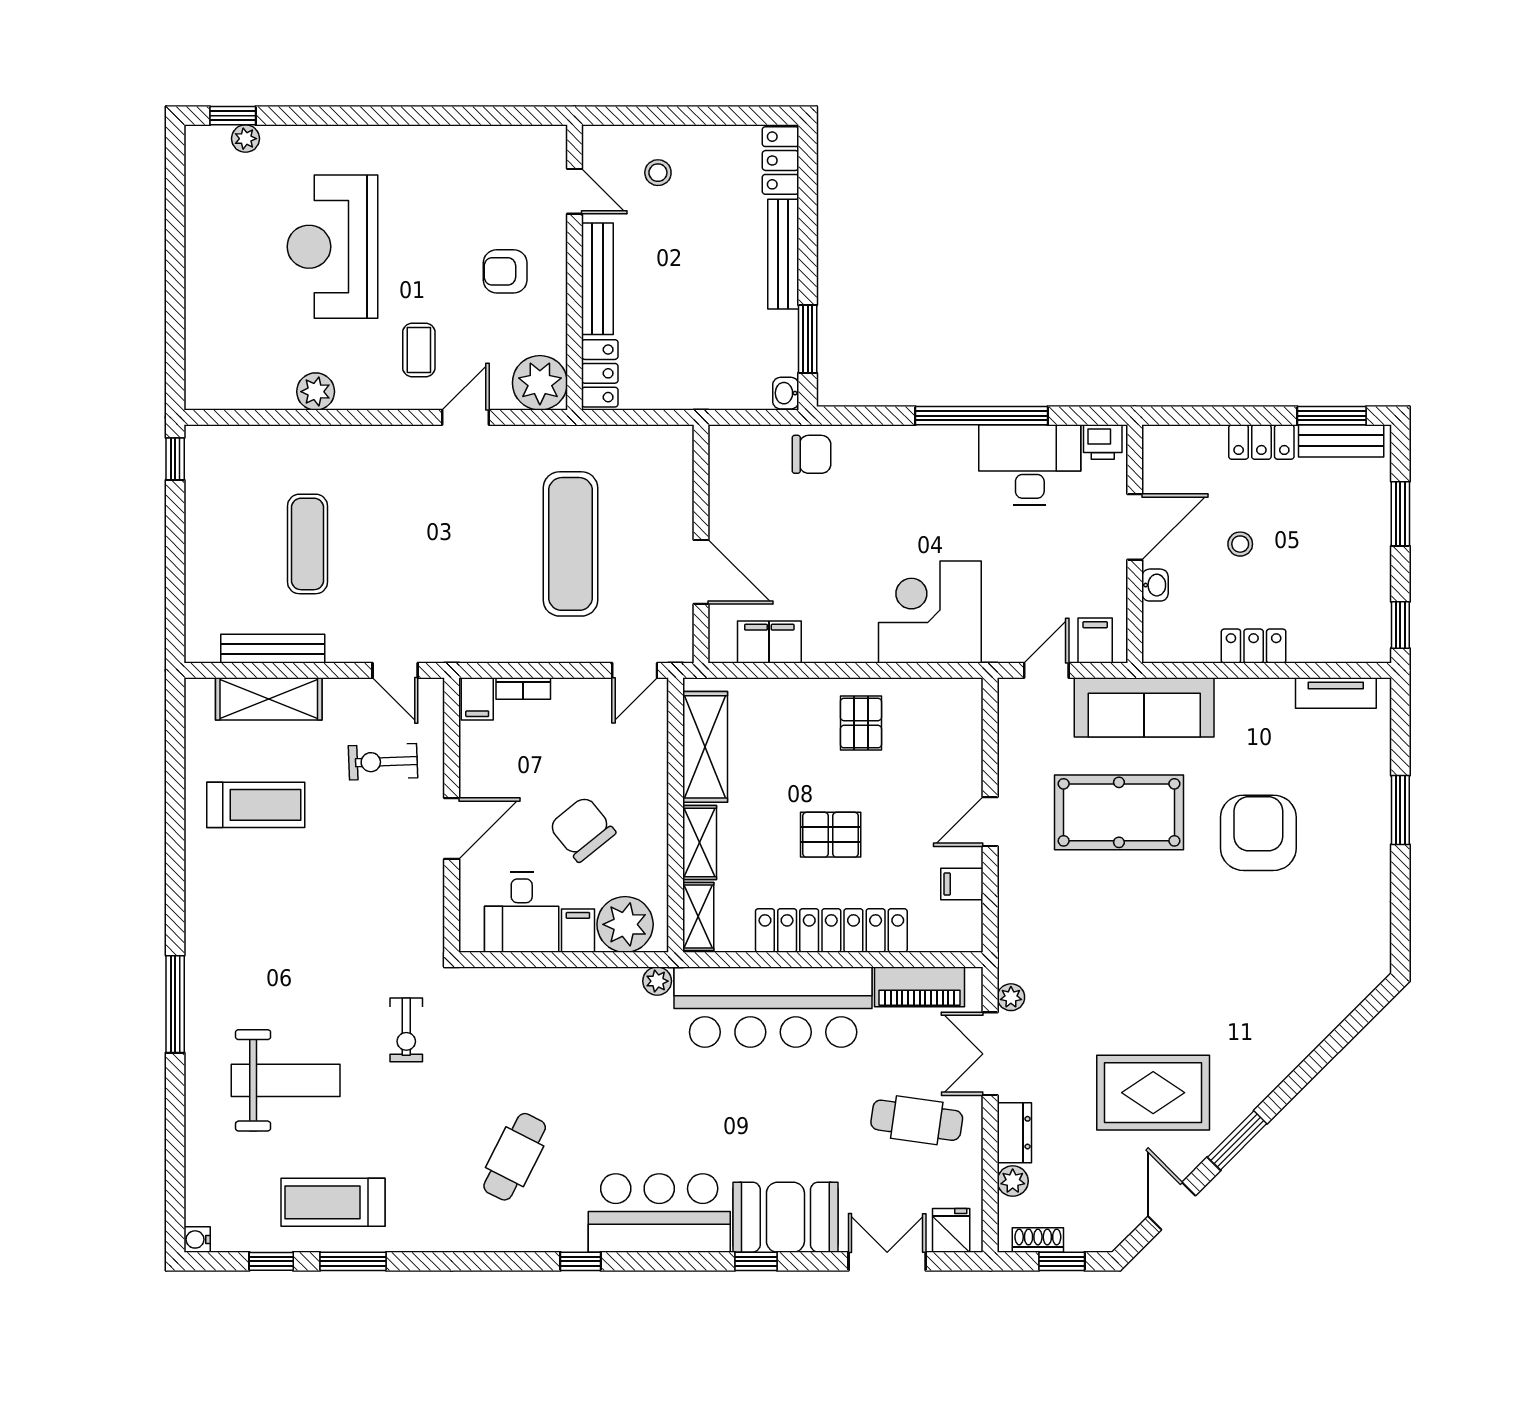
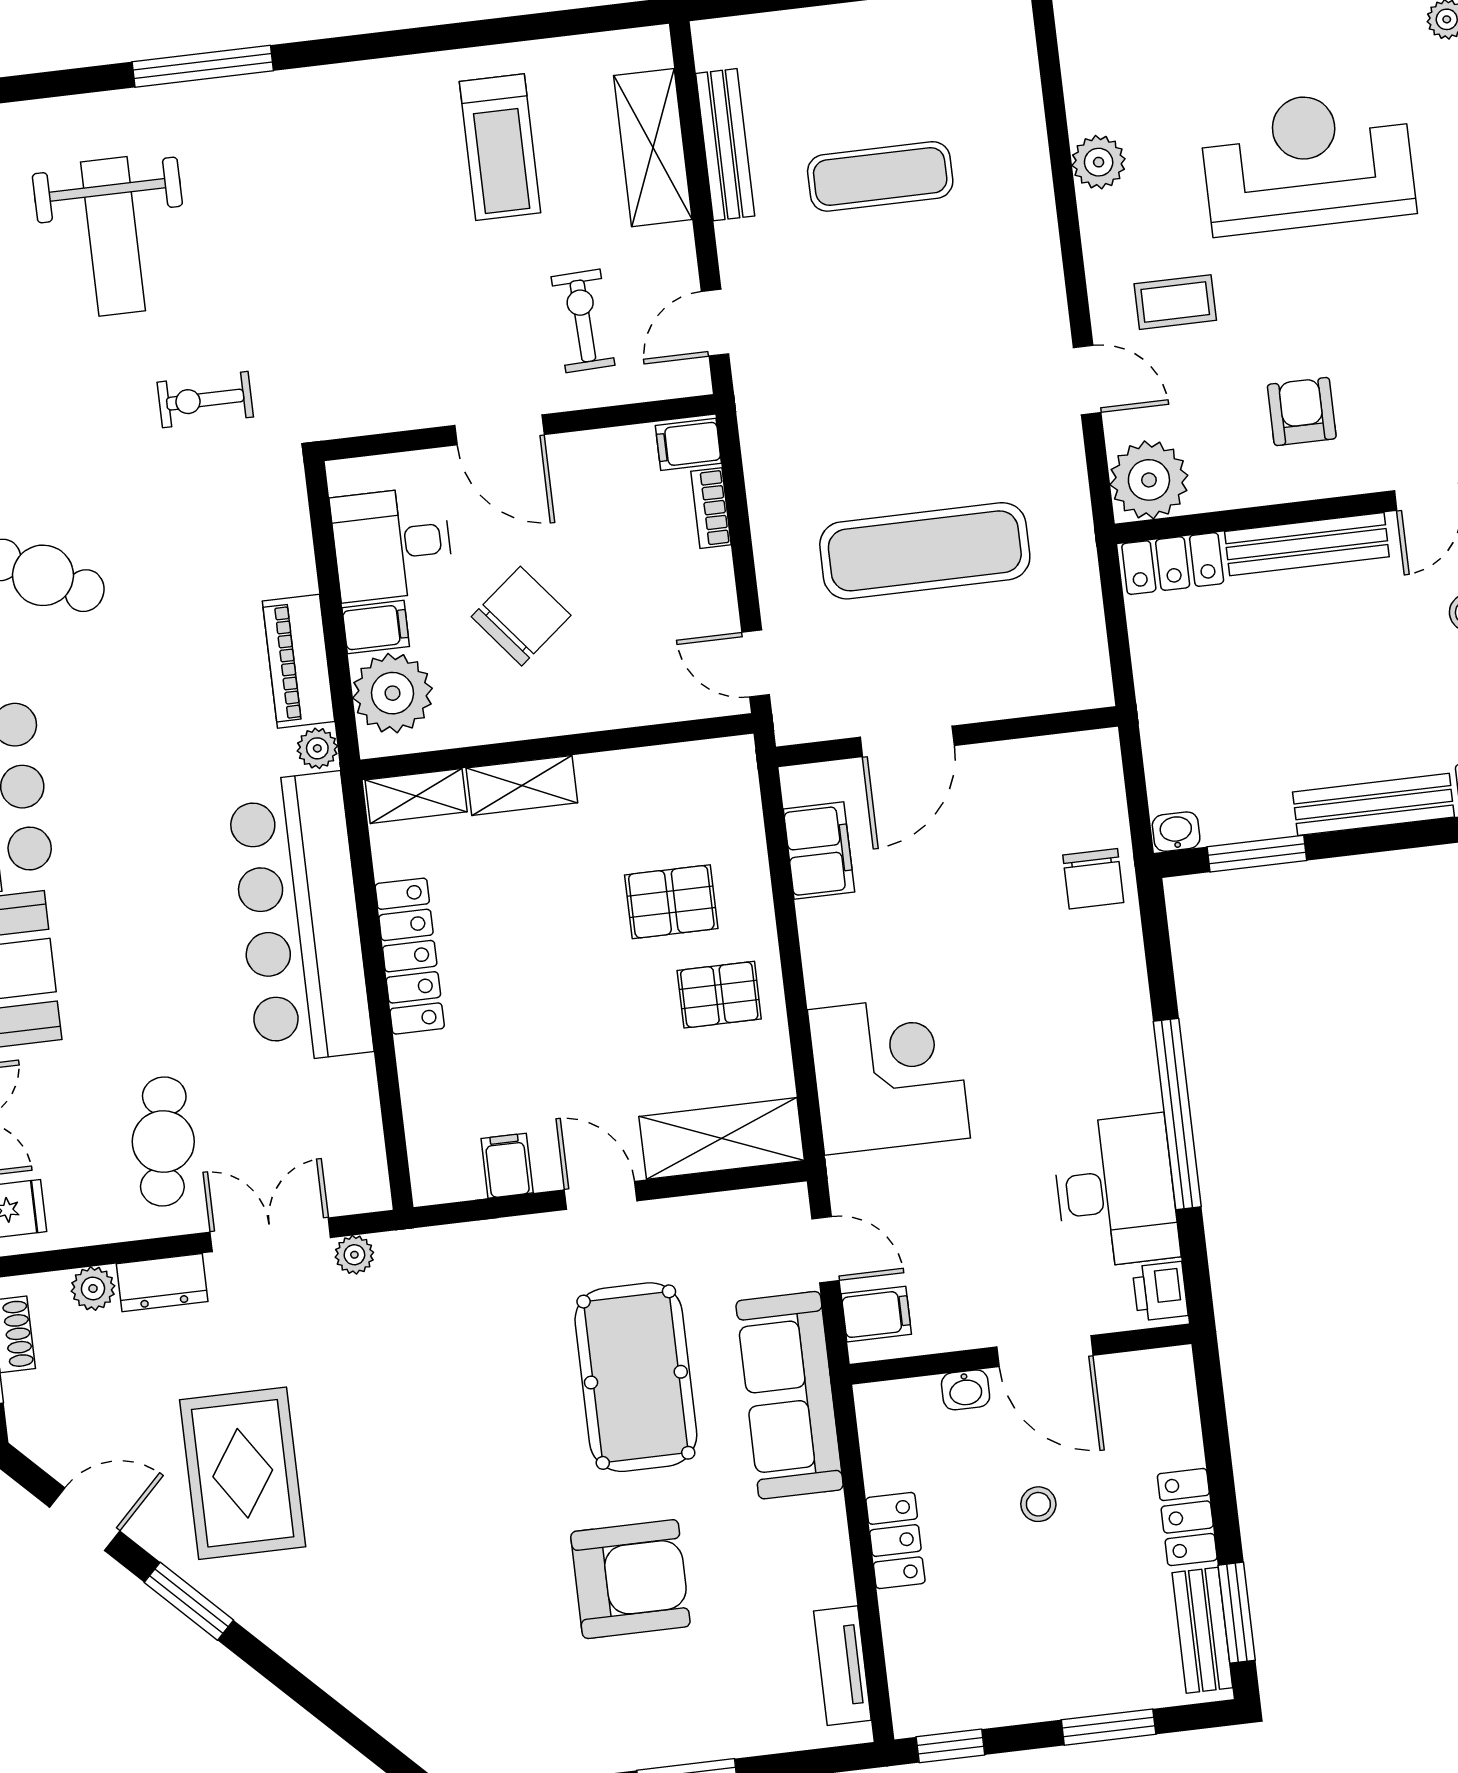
shelving: (705, 747) -> (722, 1138), moved
pallet: (831, 835) -> (671, 902), moved, turned 90
locker: (831, 930) -> (410, 956), width x0.71, depth x0.83
piano: (920, 987) -> (299, 661), moved

